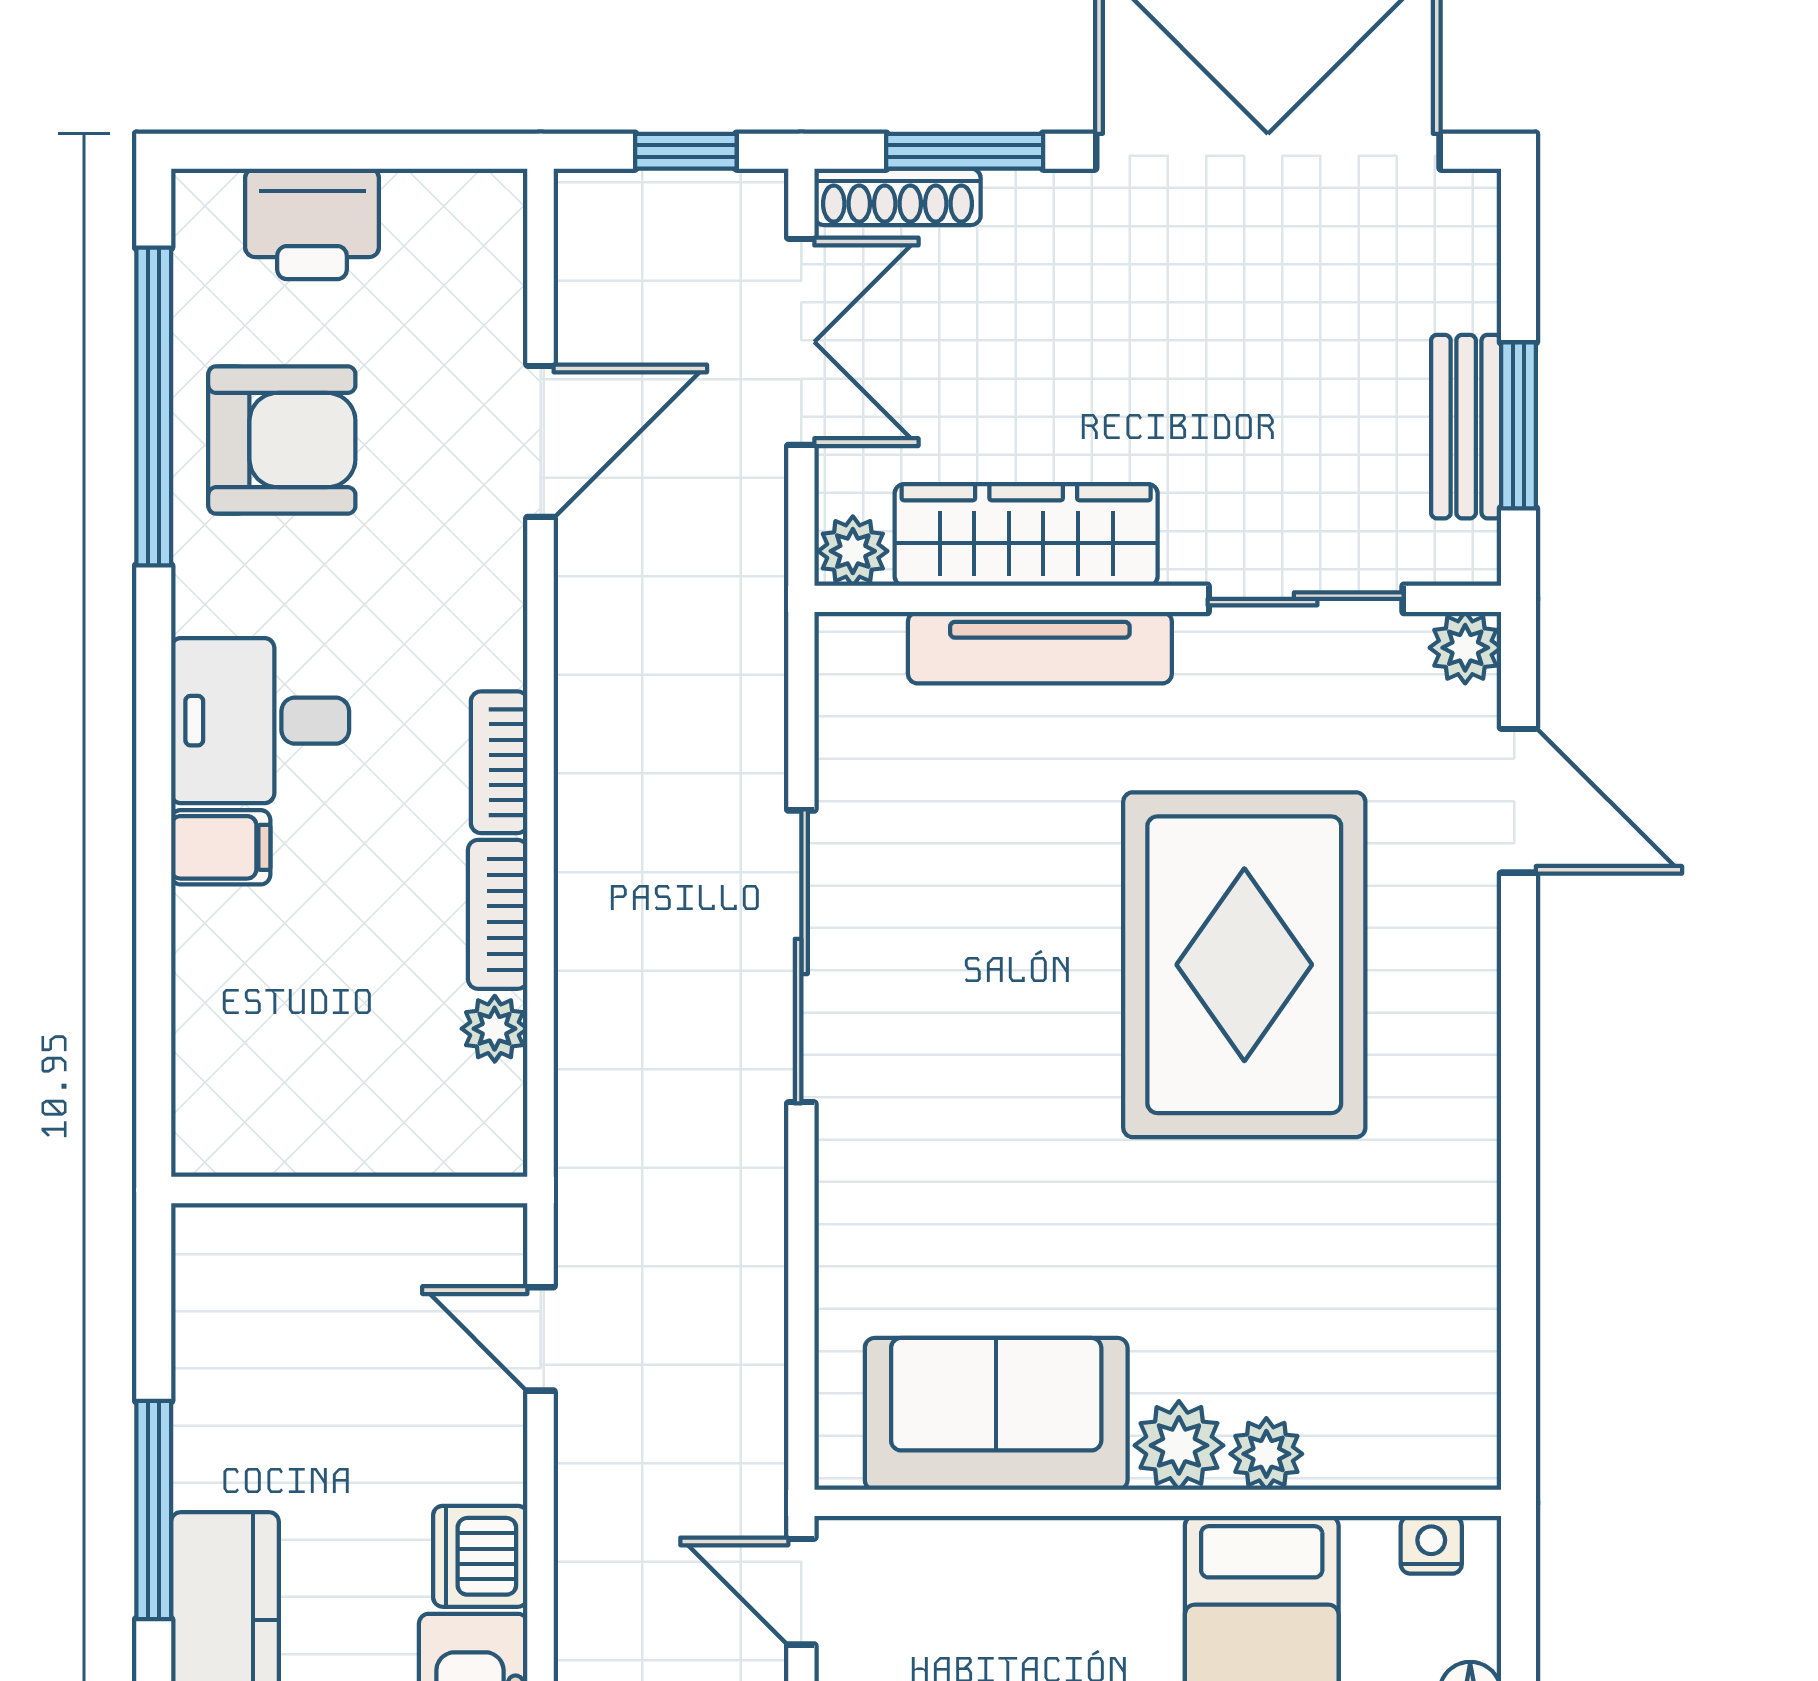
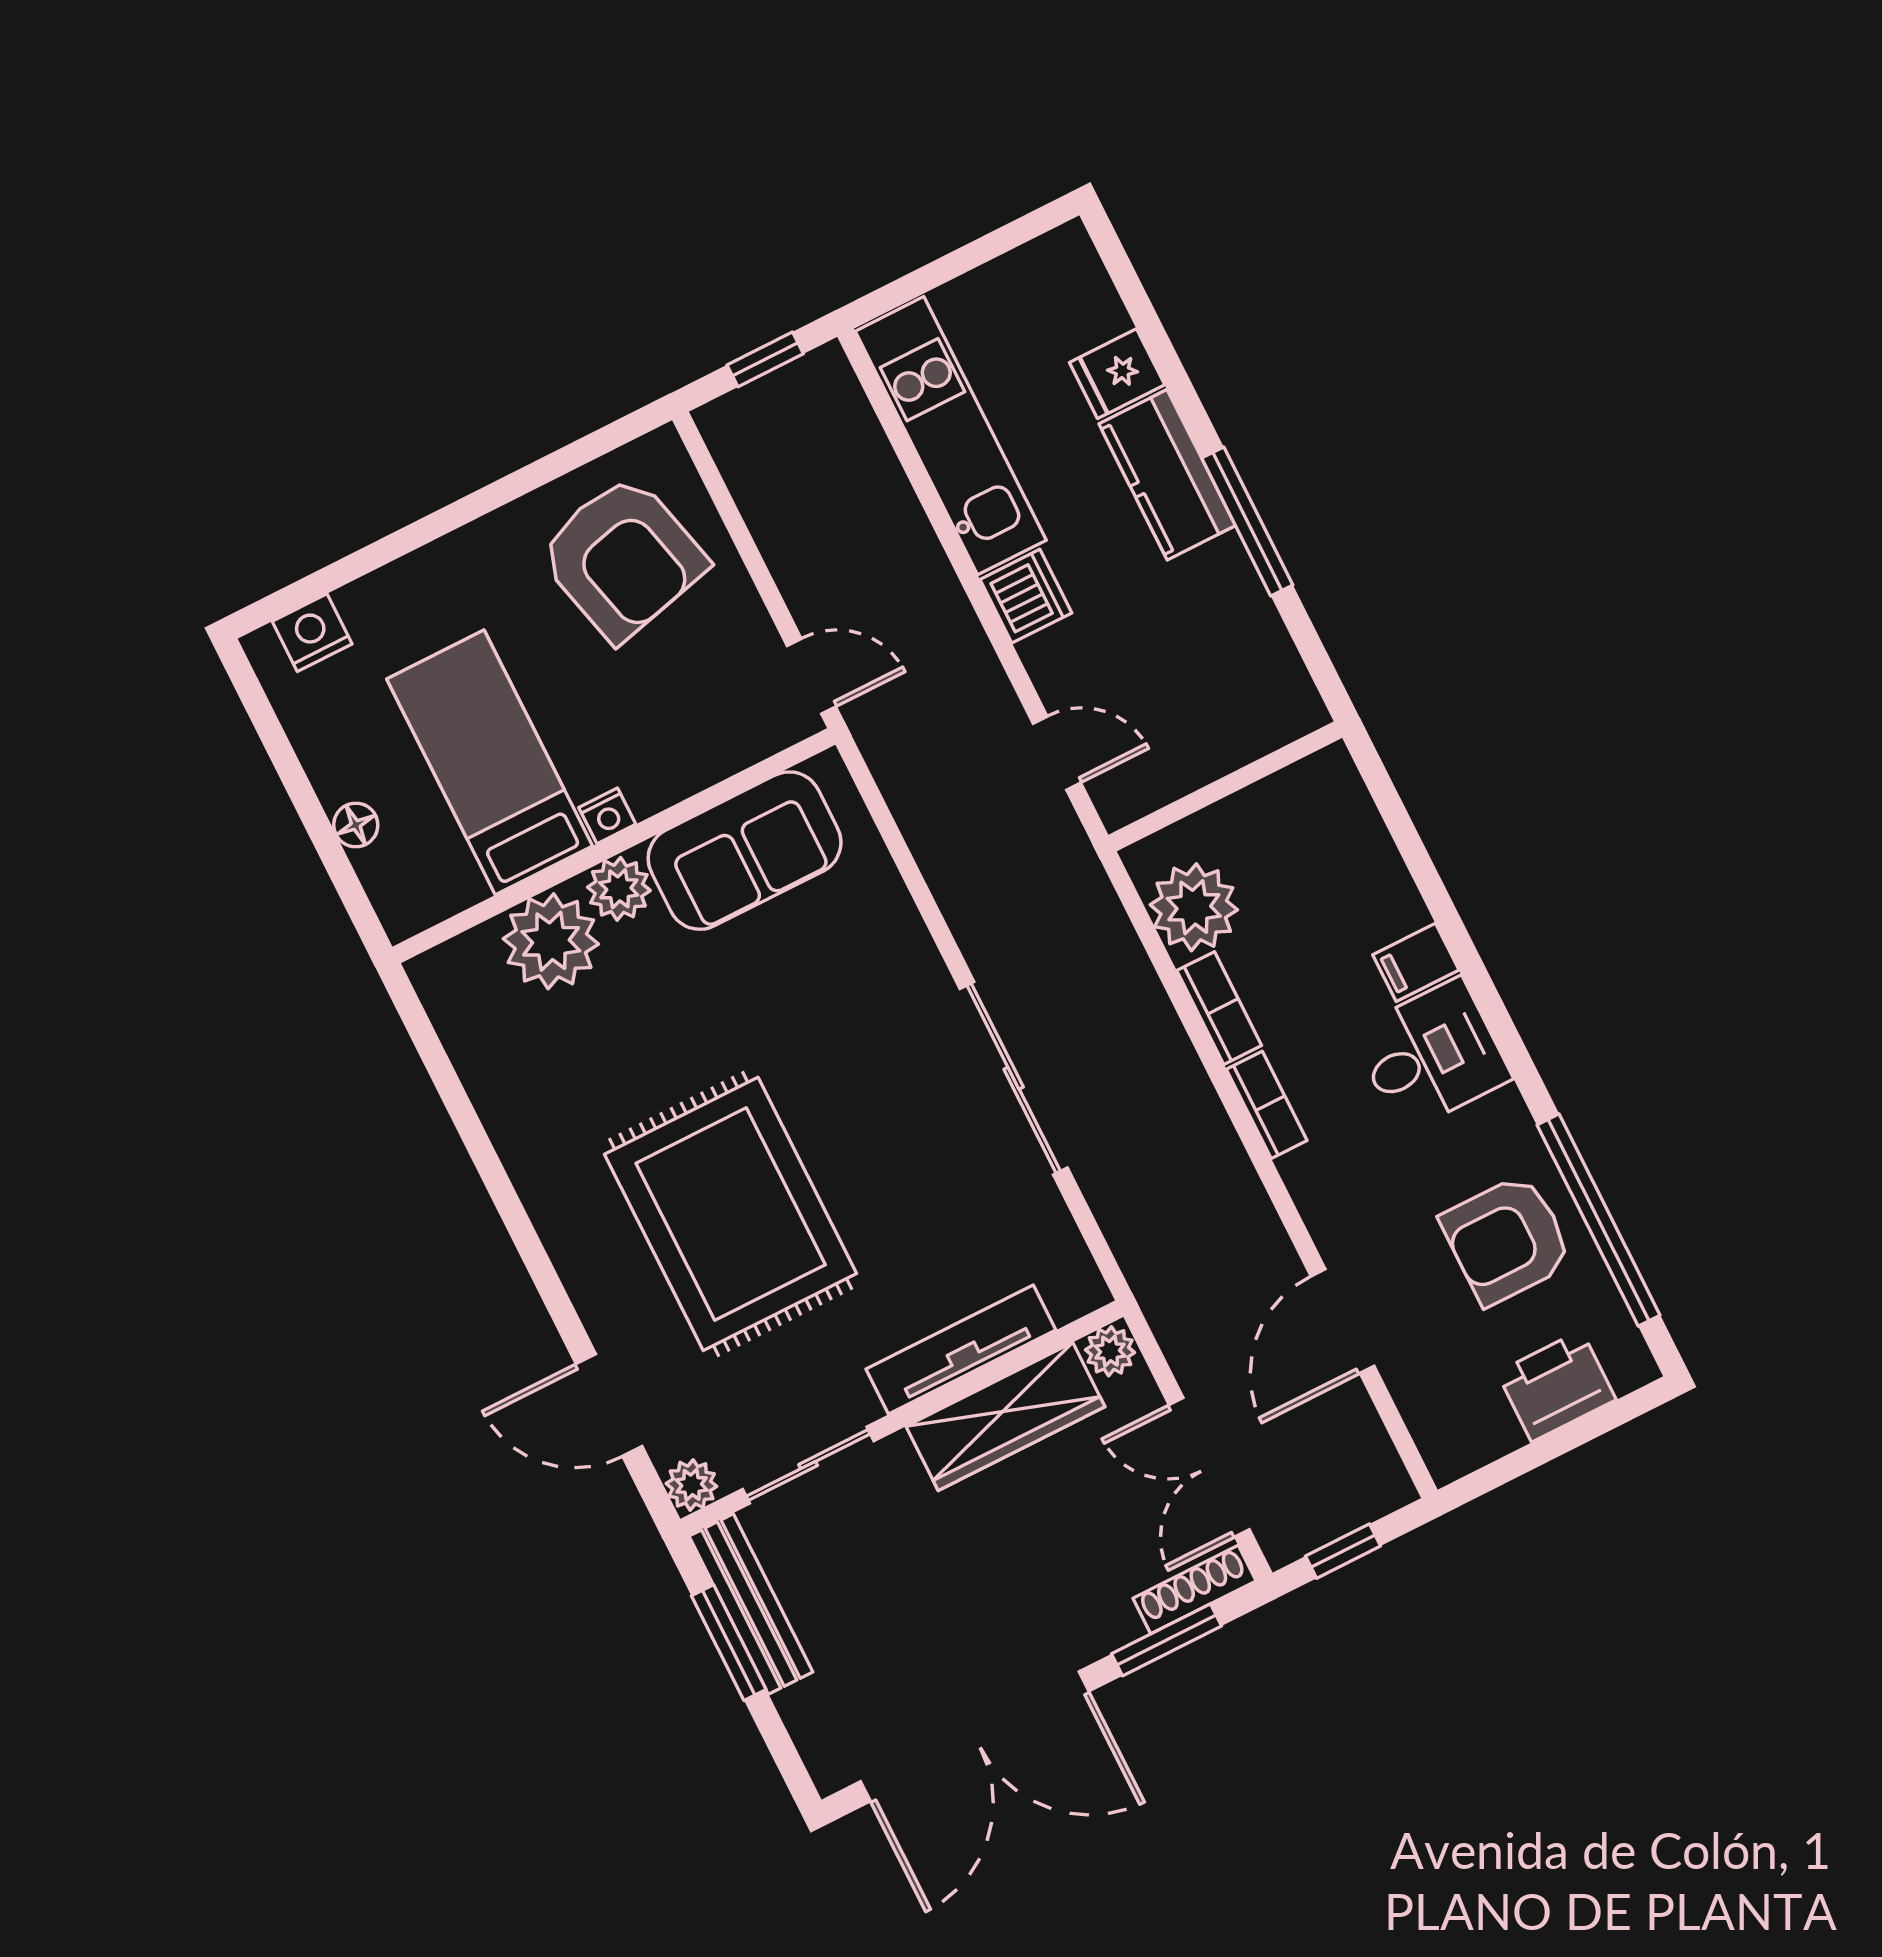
bench: (1466, 427) -> (751, 1604), width x1.36
plant: (495, 1029) -> (1194, 907), width x1.87, depth x1.87
plant: (1266, 1454) -> (551, 941), width x1.88, depth x1.88
nightstand: (1431, 1545) -> (607, 816), moved

